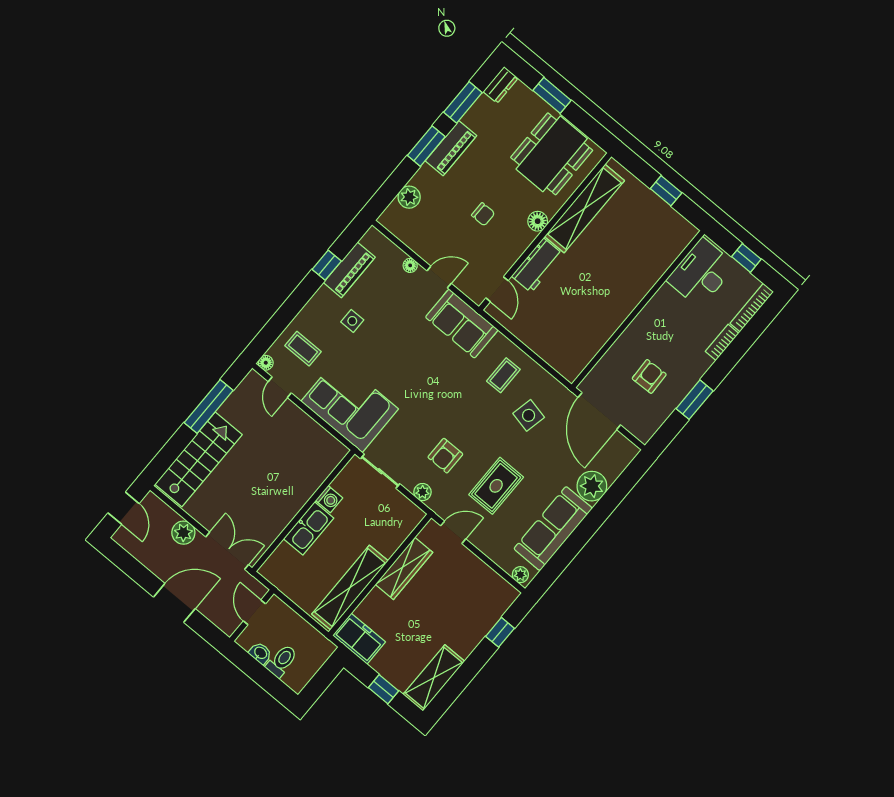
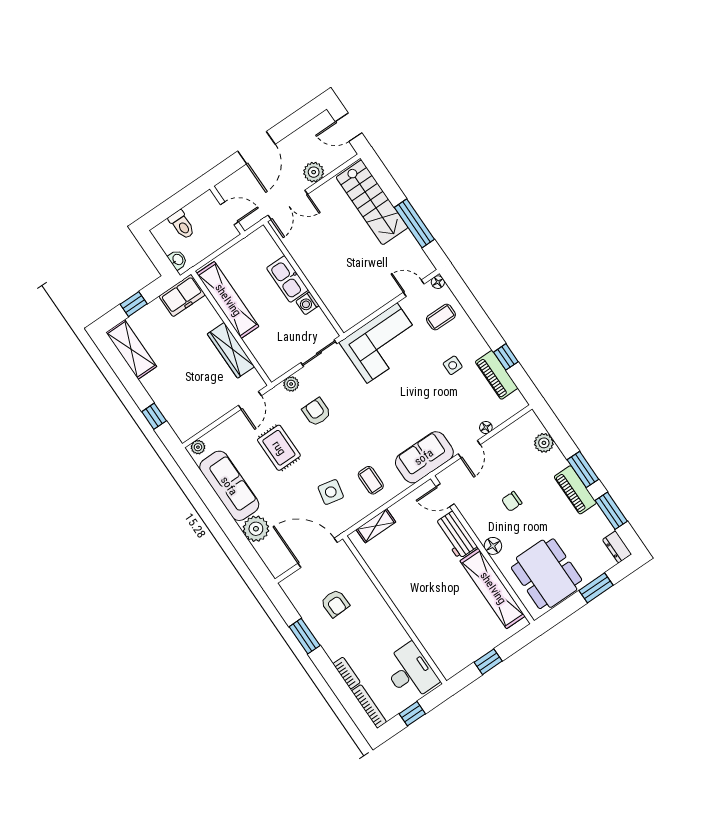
shelving: (552, 356) -> (376, 526), added
washbasin: (260, 653) -> (178, 260), moved, turned -90

